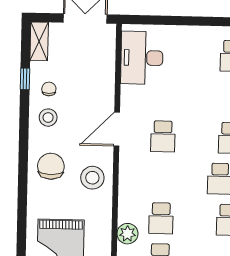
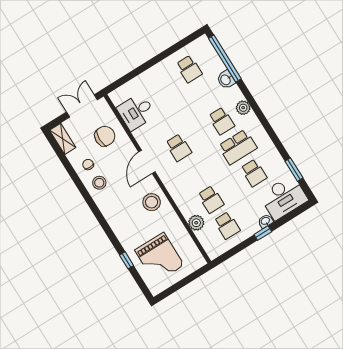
desk: (142, 58) -> (136, 112), width x0.73
window: (25, 79) -> (127, 260), moved
chair: (51, 166) -> (105, 136), moved, turned 90

